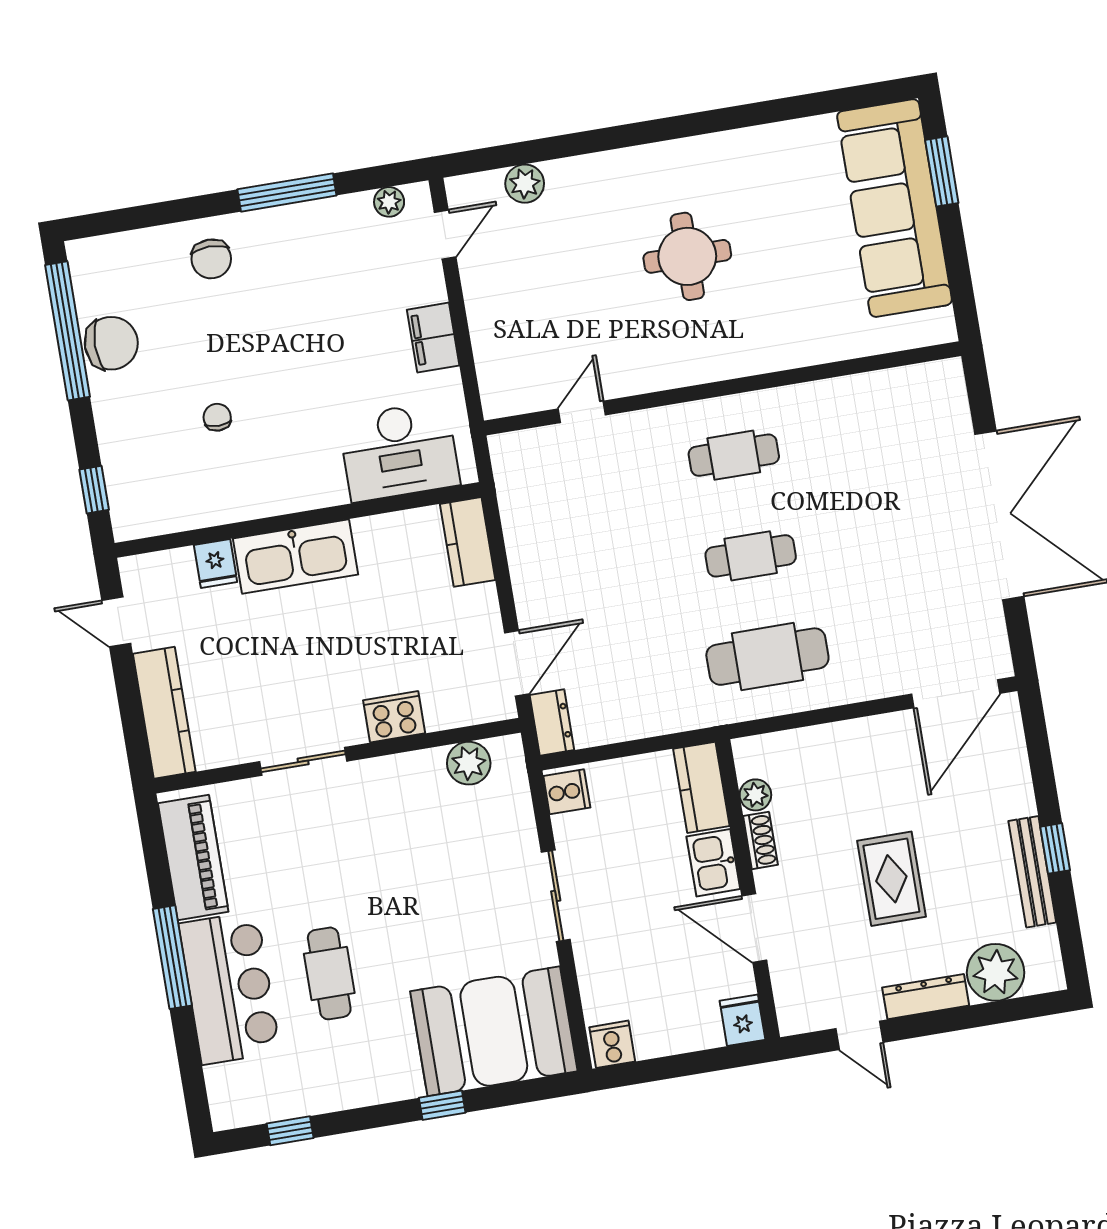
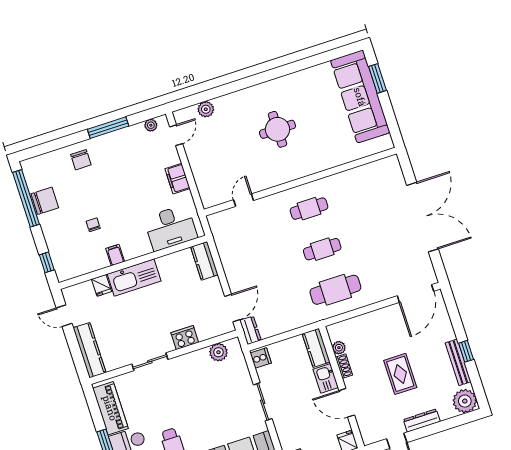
filing cabinet: (259, 496) -> (115, 255), added
plant: (996, 972) -> (465, 401), moved

